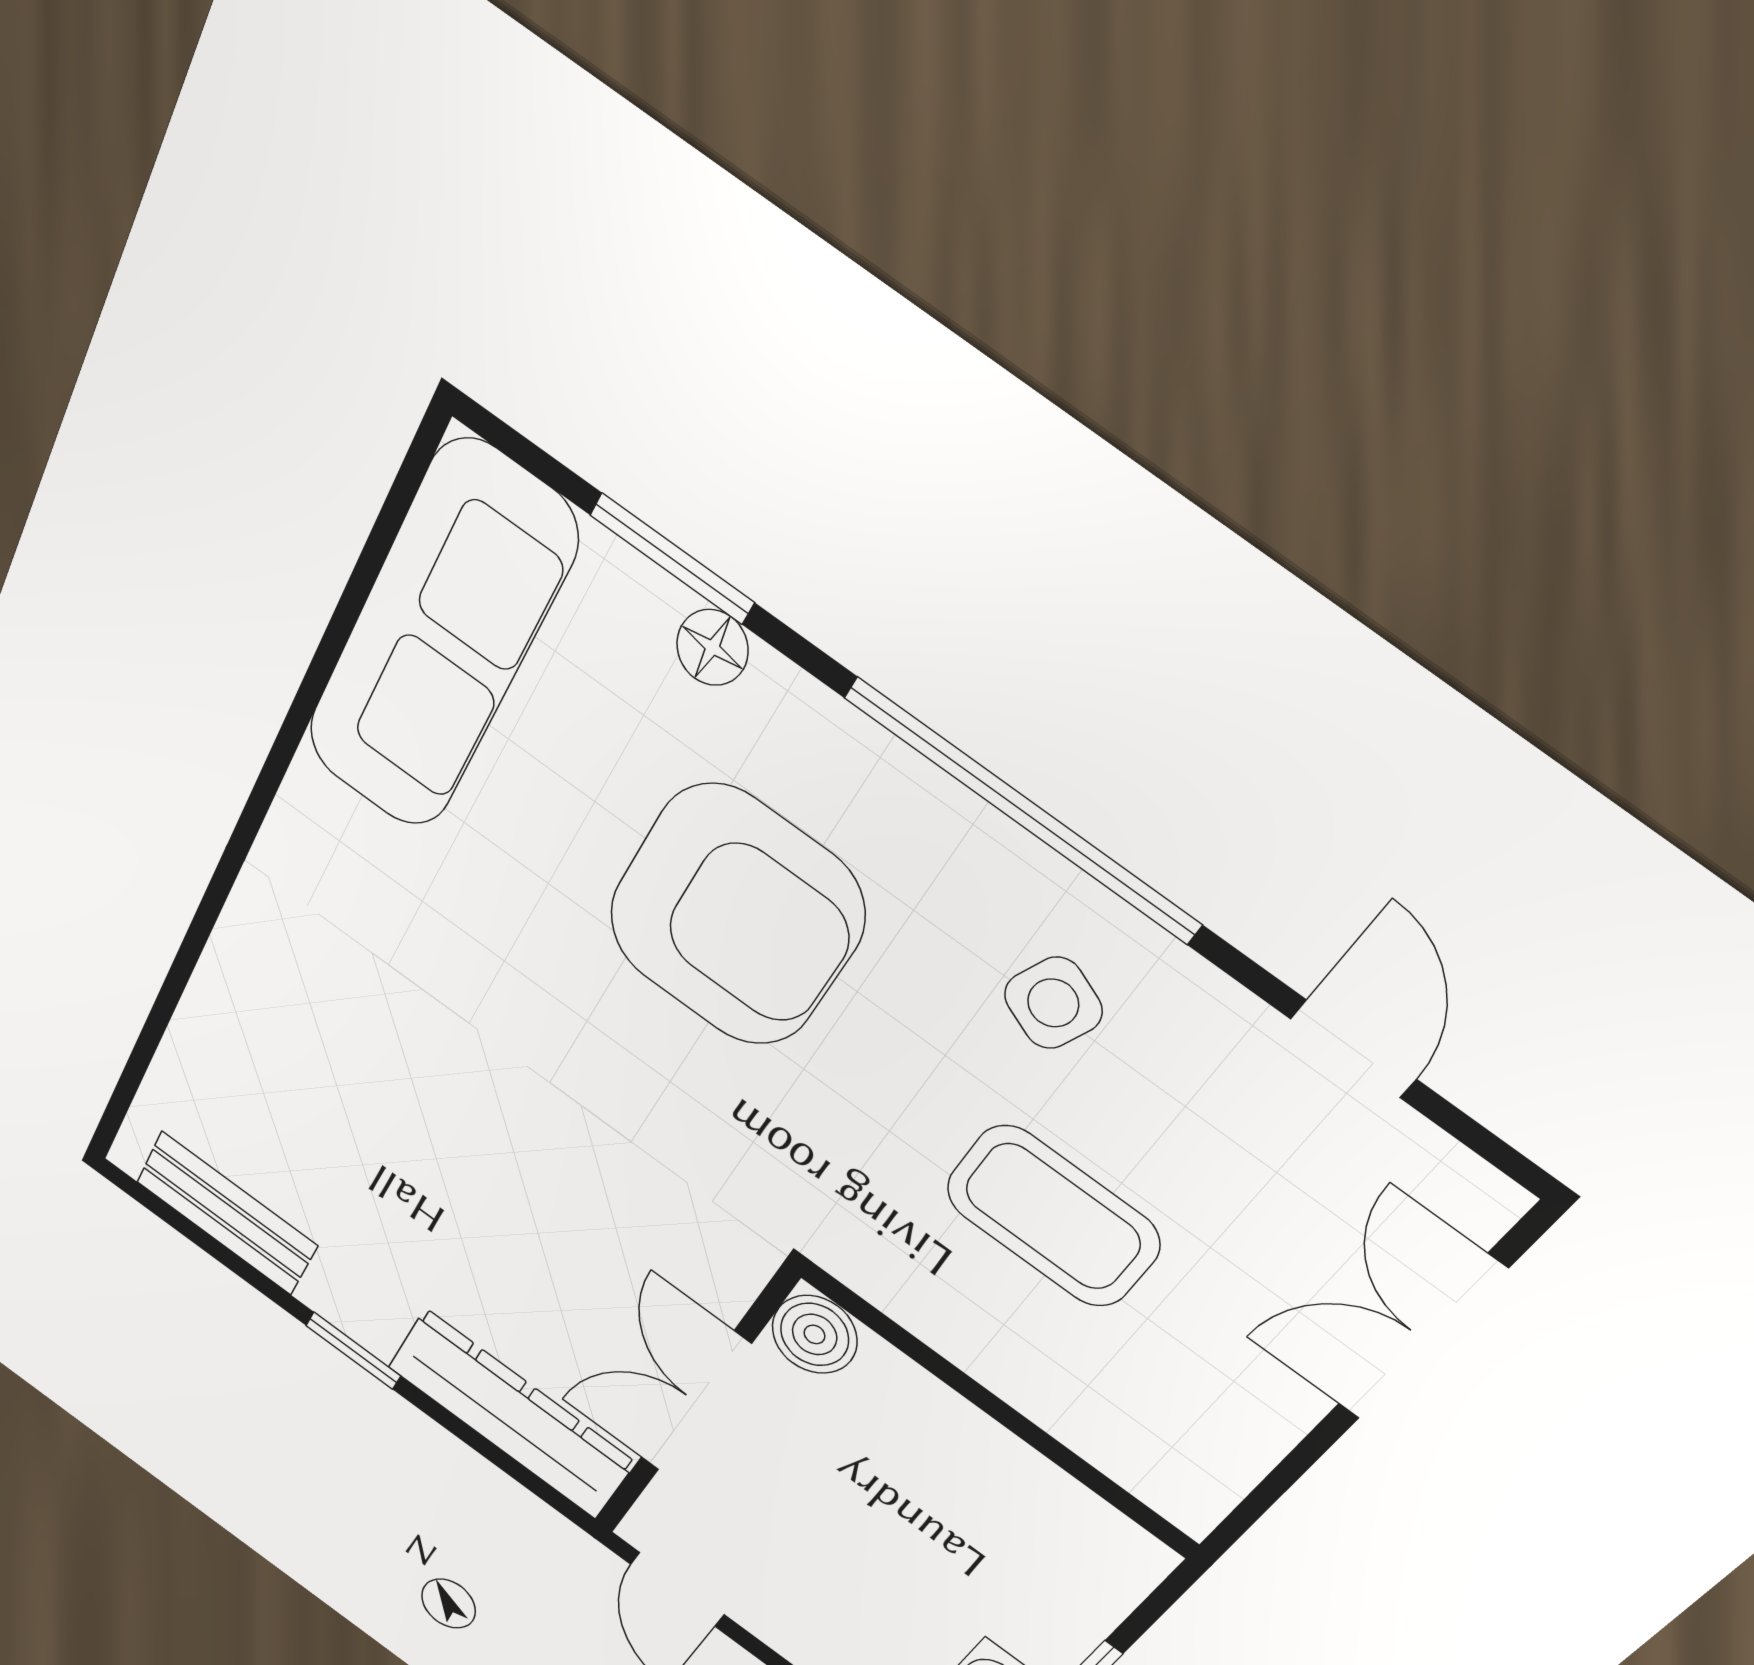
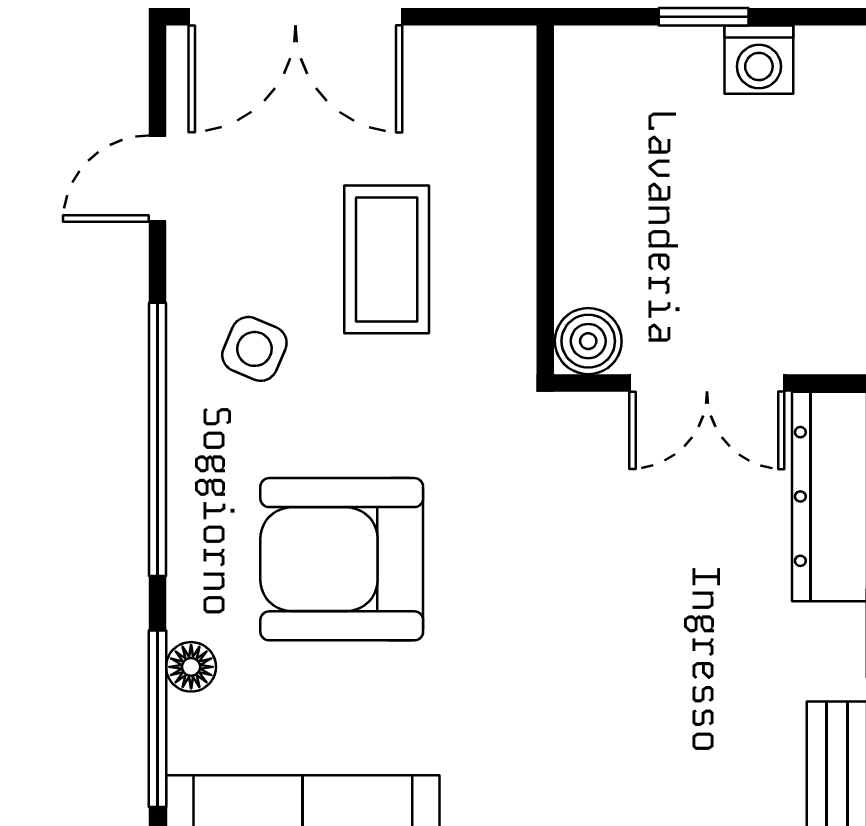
window: (672, 559) -> (158, 719), width x1.44
armchair: (736, 916) -> (342, 559), turned -90
double door: (1421, 1338) -> (295, 17), width x1.37

